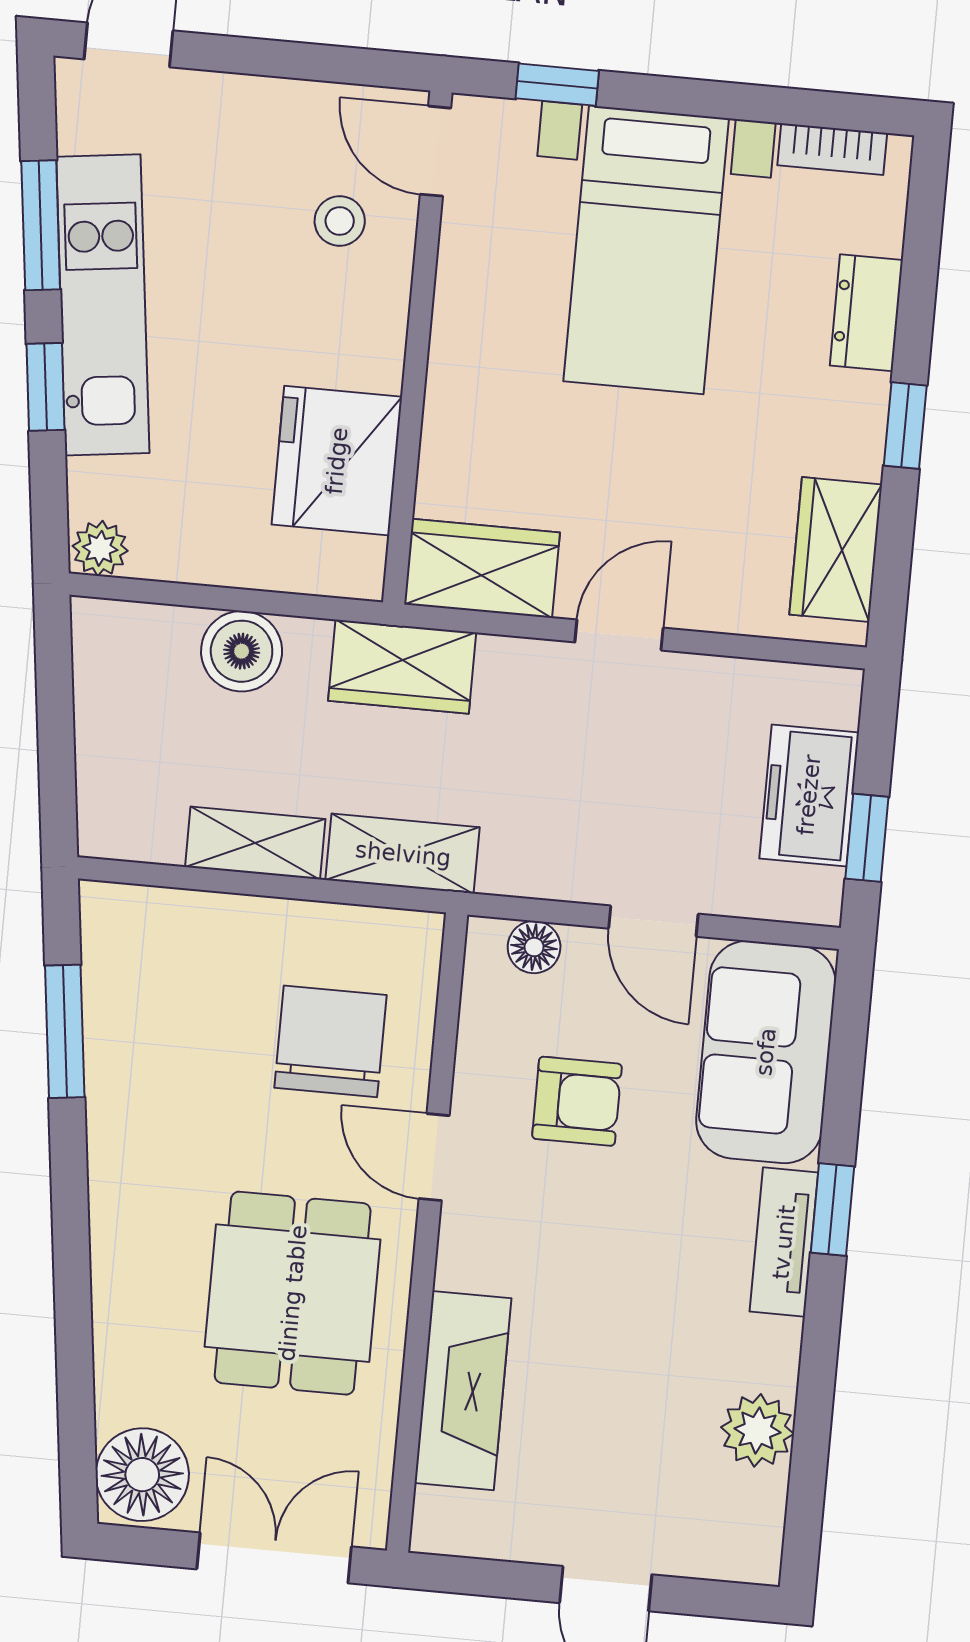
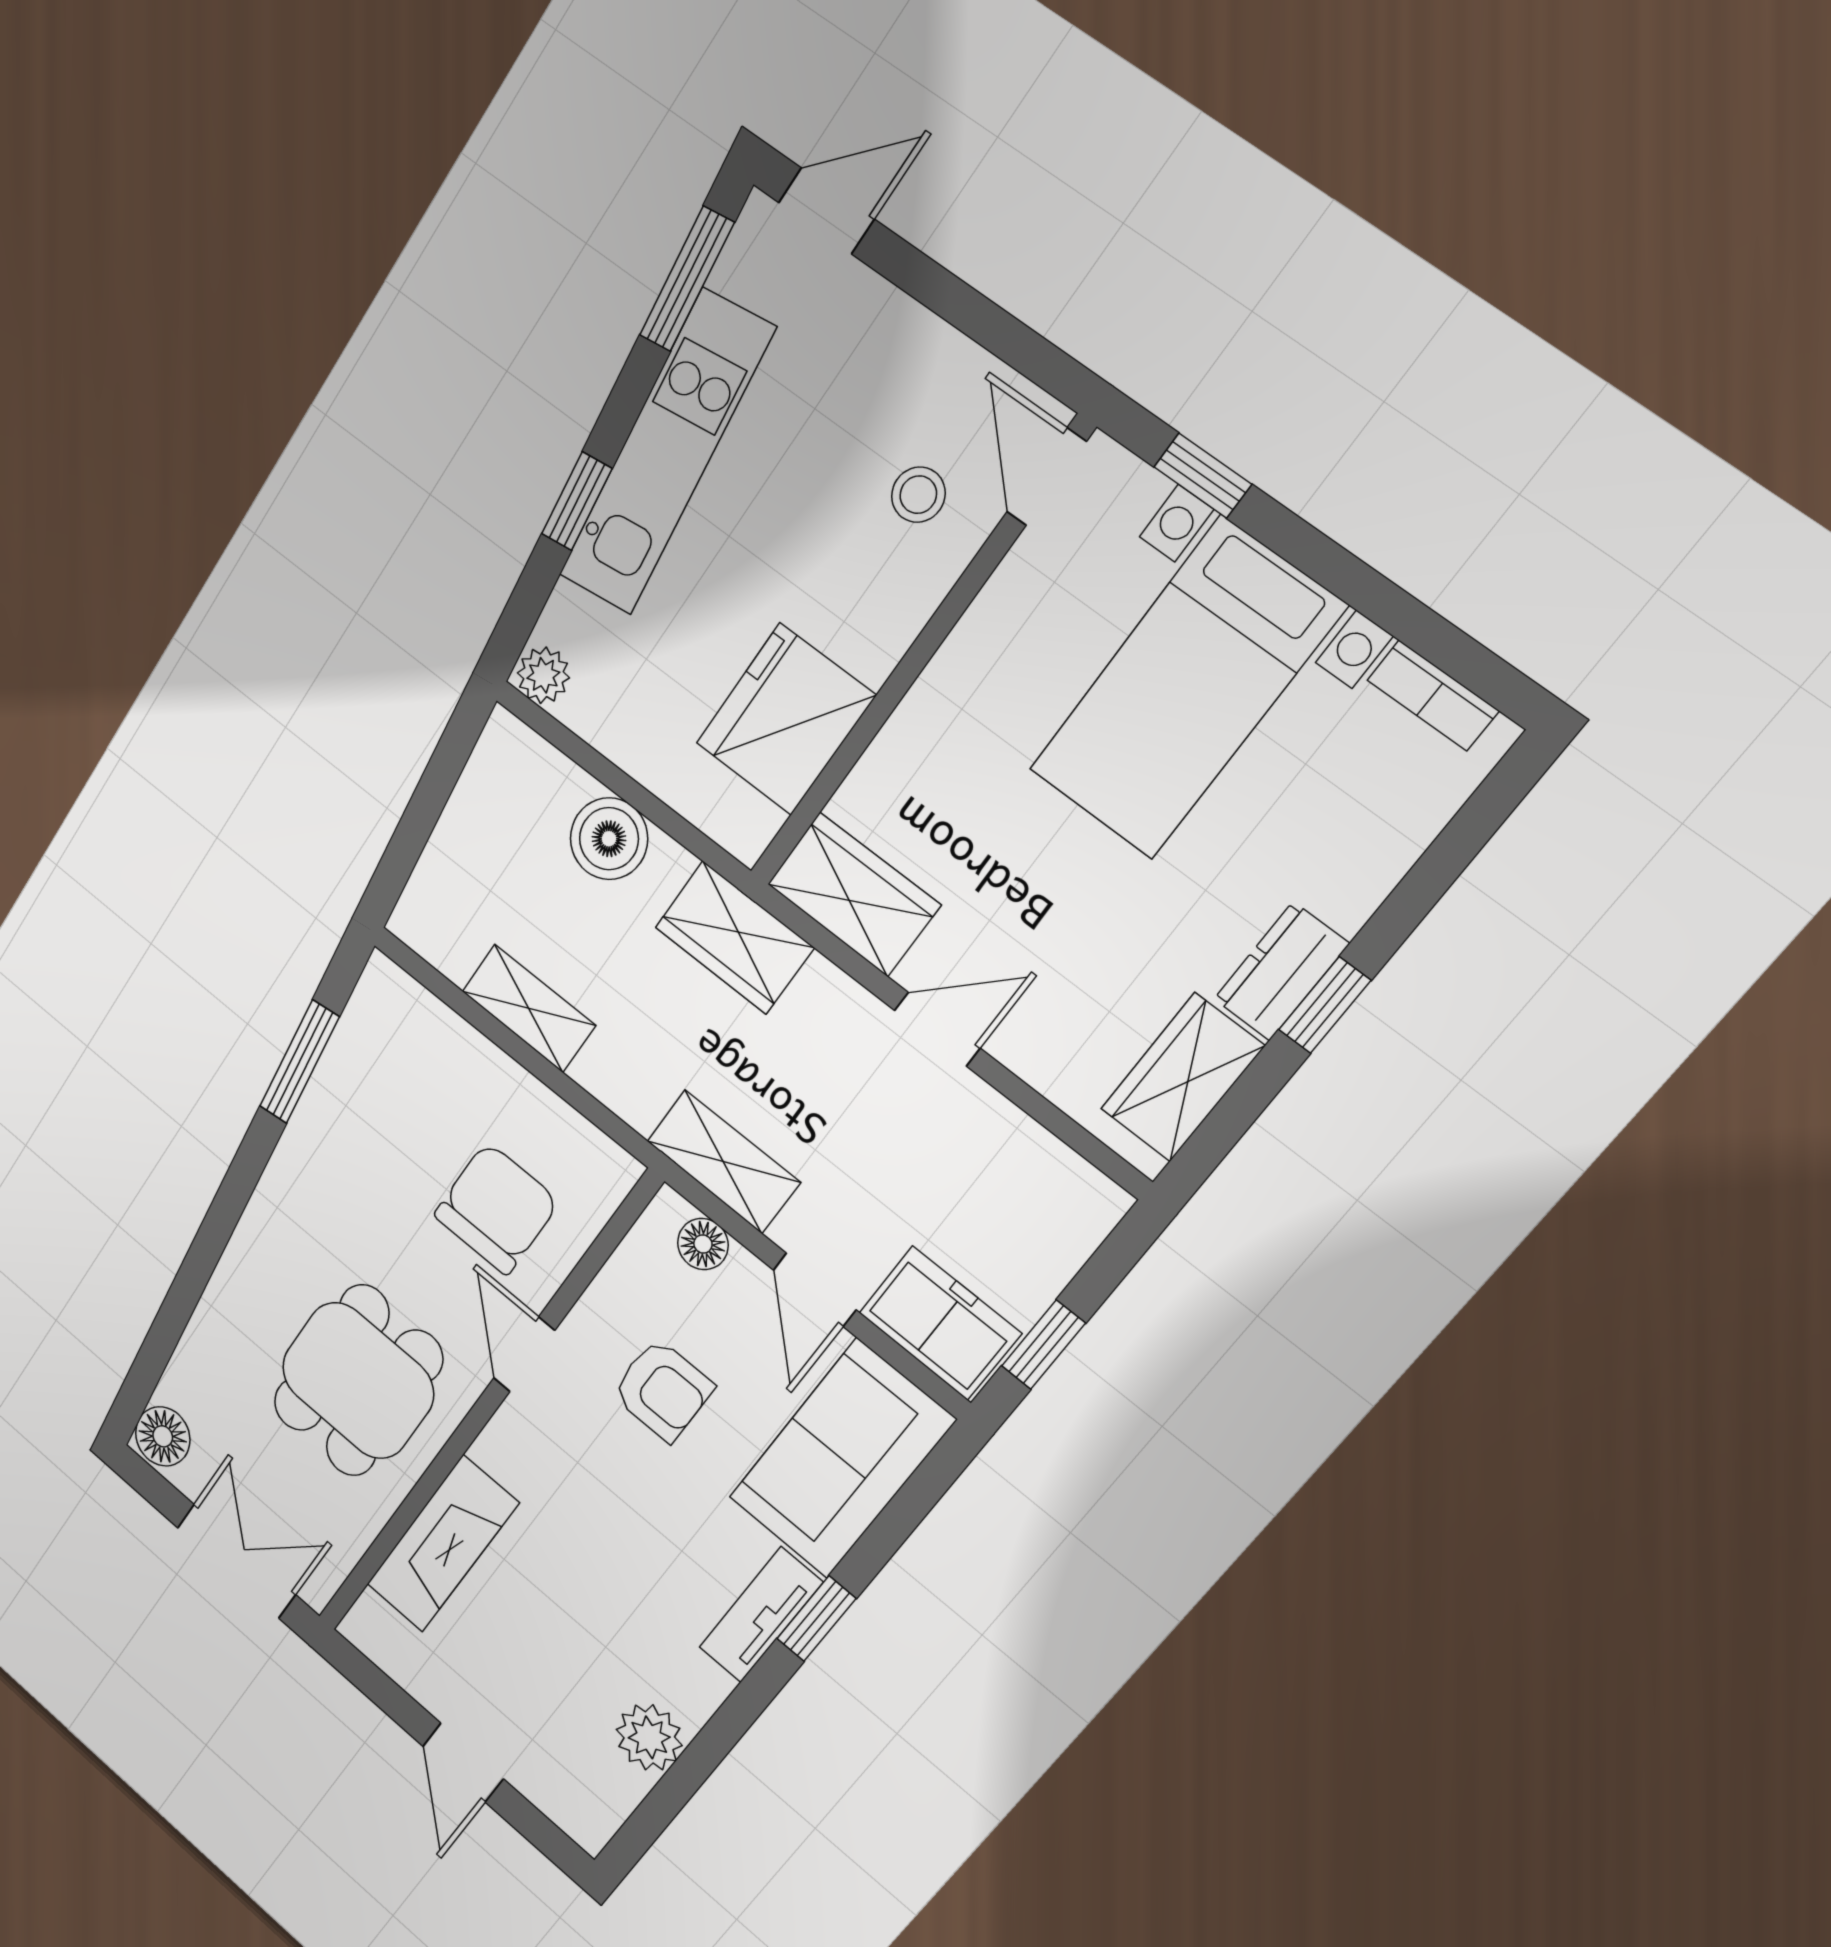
window: (41, 225) -> (687, 279), moved
dresser: (866, 313) -> (1281, 971), moved
freezer: (809, 795) -> (940, 1323), moved, turned 90
shelving: (403, 854) -> (723, 1162), moved
floor lamp: (142, 1475) -> (163, 1436), width x0.73, depth x0.73

